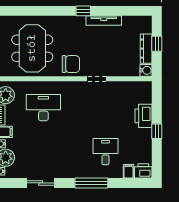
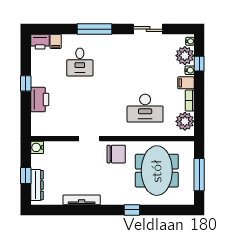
window: (83, 11) -> (132, 210), moved
dresser: (146, 49) -> (37, 185), moved
chair: (71, 64) -> (116, 154), turned 180

